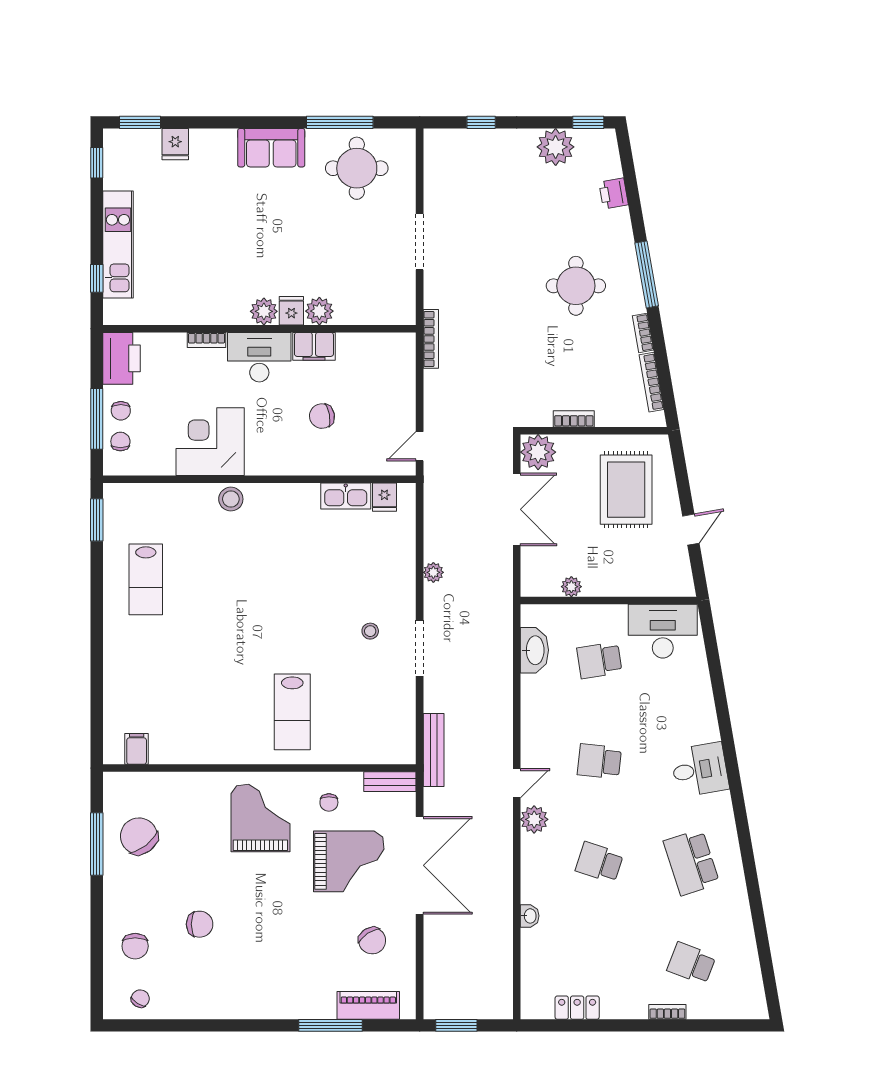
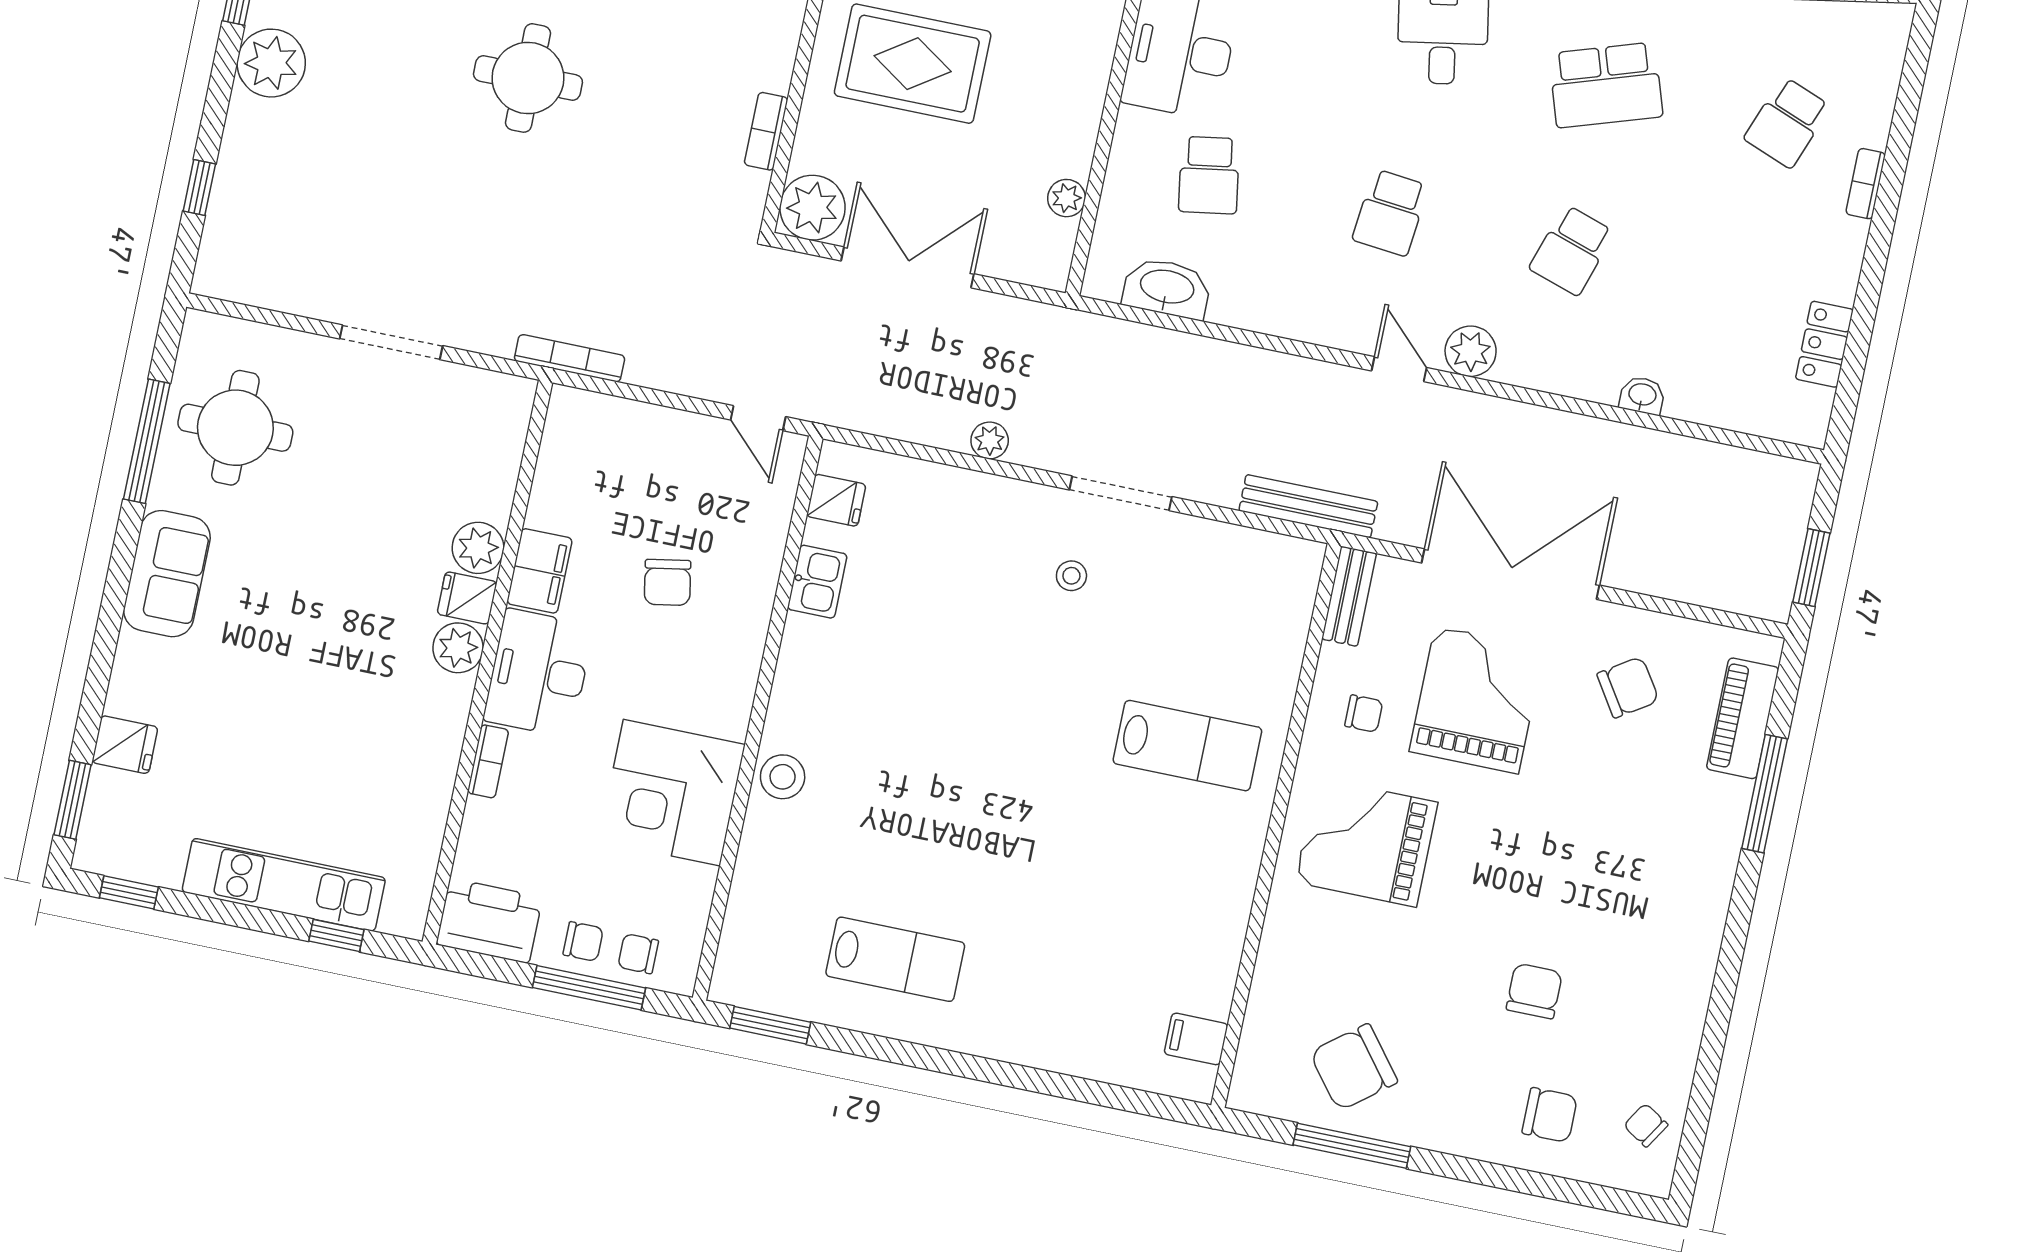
kitchen sink: (346, 496) -> (817, 582), width x0.73

